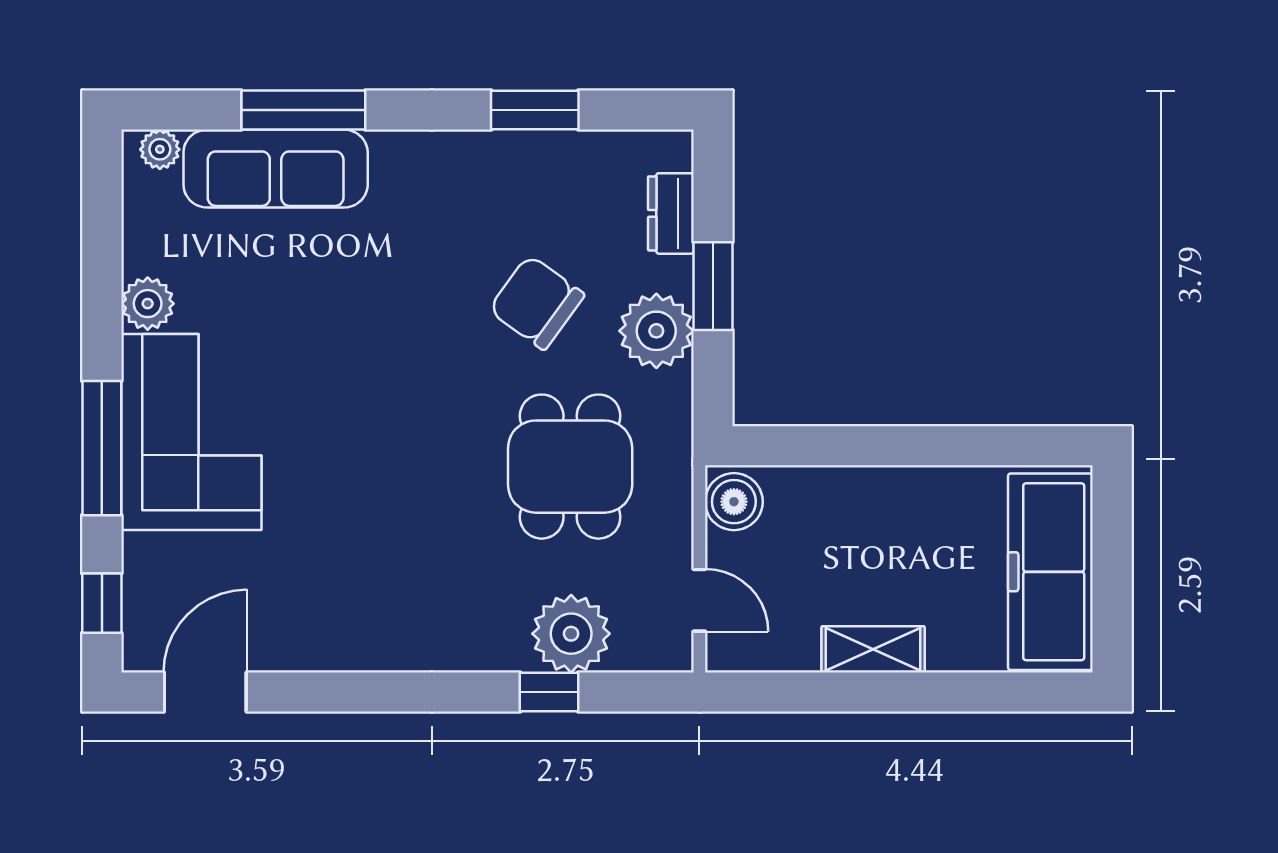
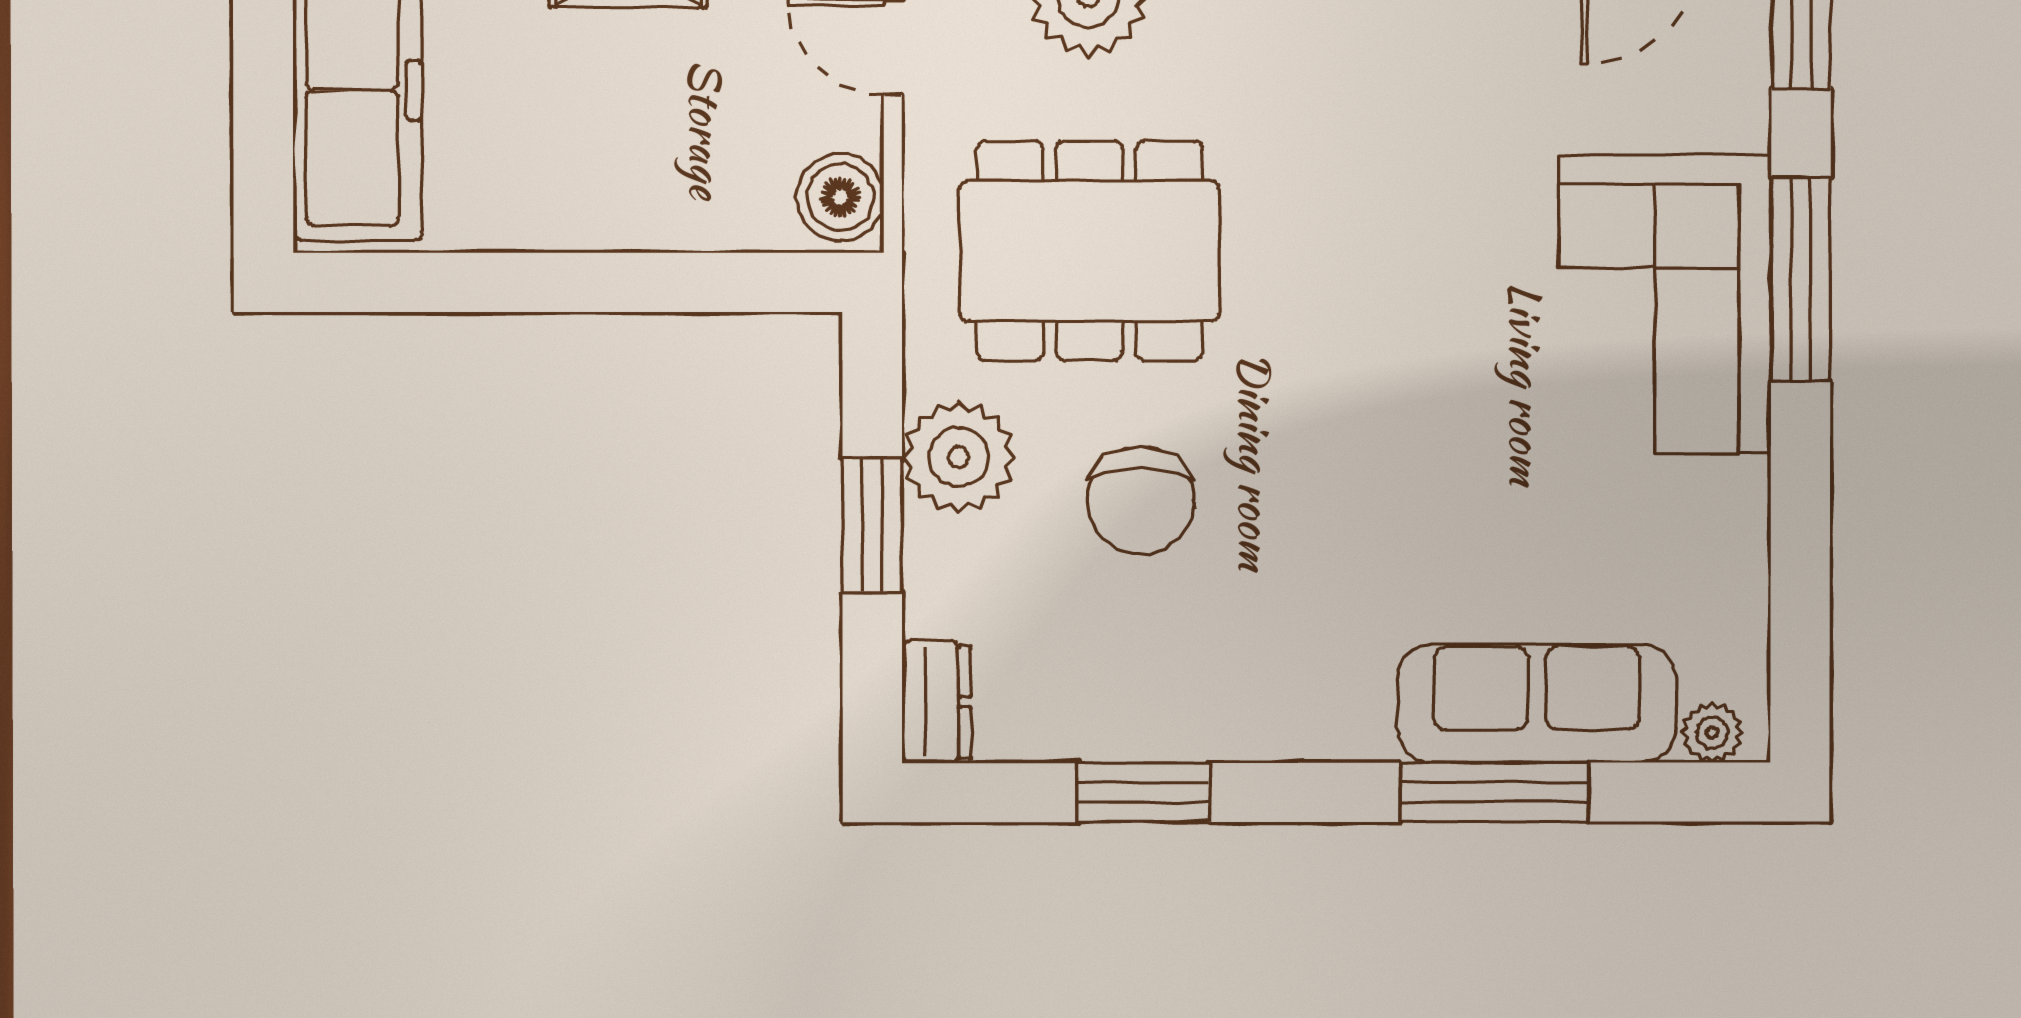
dresser: (671, 213) -> (936, 702), moved
chair: (536, 302) -> (1141, 501), turned 54
plant: (148, 304) -> (1731, 499), removed
dining table: (570, 467) -> (1090, 251), width x1.38

